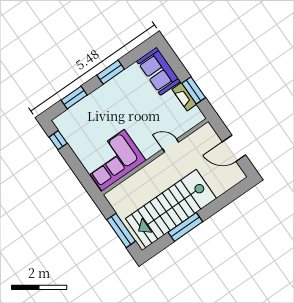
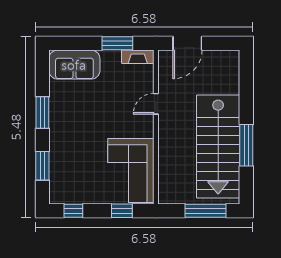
fireplace: (184, 97) -> (138, 57), moved
door: (234, 148) -> (187, 43), moved
window: (81, 173) -> (122, 211), added

